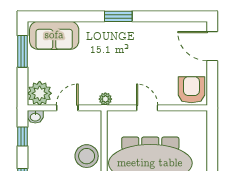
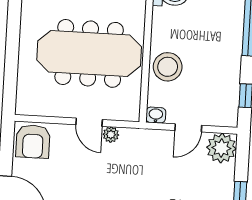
plant: (105, 99) -> (111, 135), moved
washbasin: (35, 117) -> (156, 115), moved

